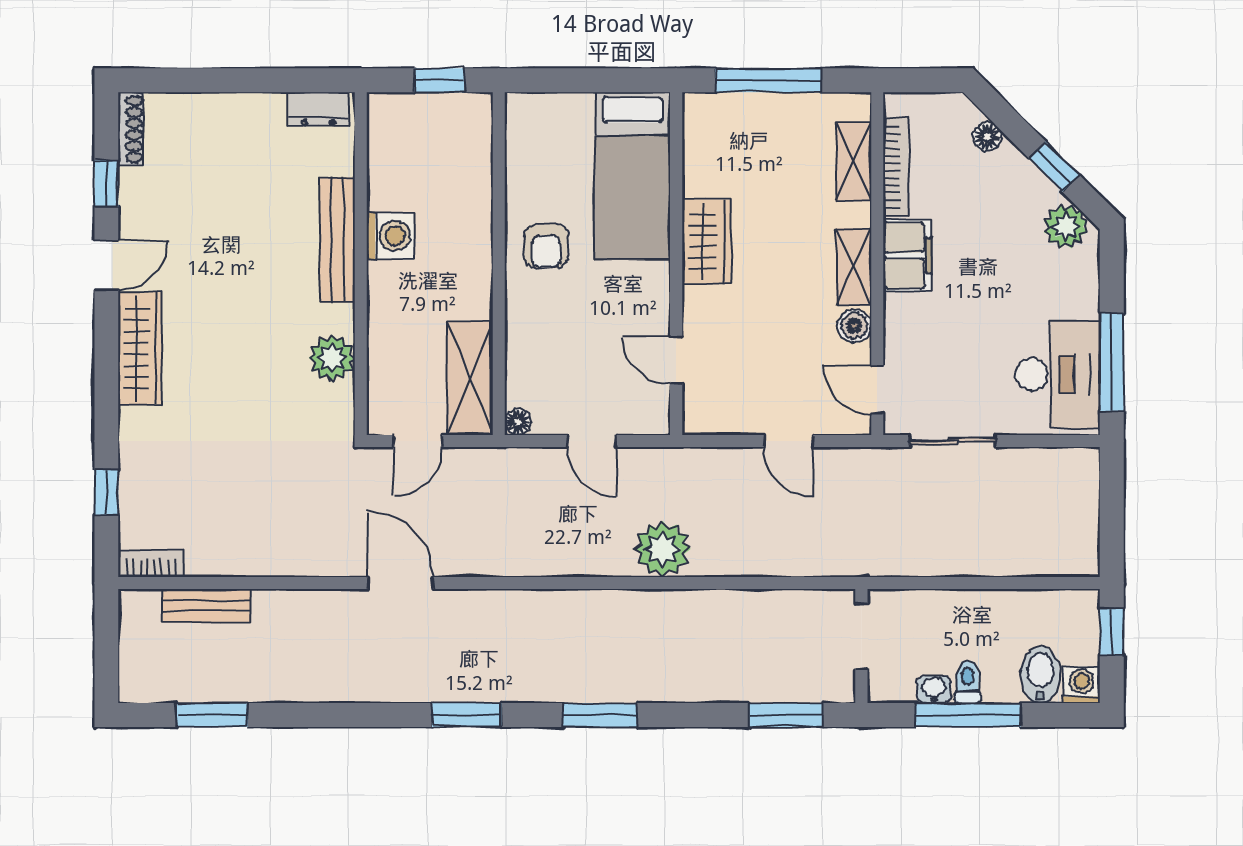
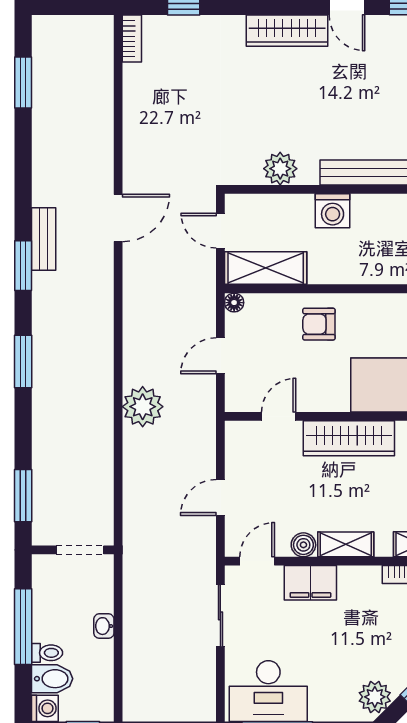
washing machine: (390, 236) -> (333, 211), moved
wardrobe: (706, 241) -> (349, 438), width x1.50
armchair: (546, 246) -> (319, 324), moved
filing cabinet: (907, 255) -> (310, 583), moved
bench: (207, 606) -> (44, 239), moved
toilet: (968, 682) -> (47, 653), moved
washbasin: (934, 689) -> (104, 626), moved, turned 180

